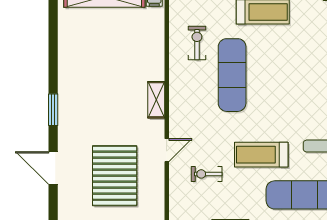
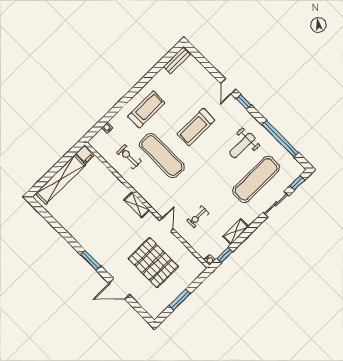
treadmill: (261, 155) -> (196, 127), moved

